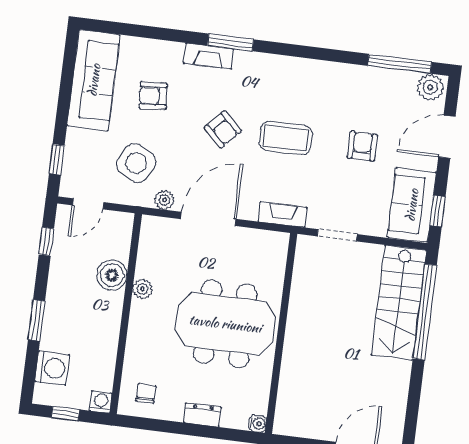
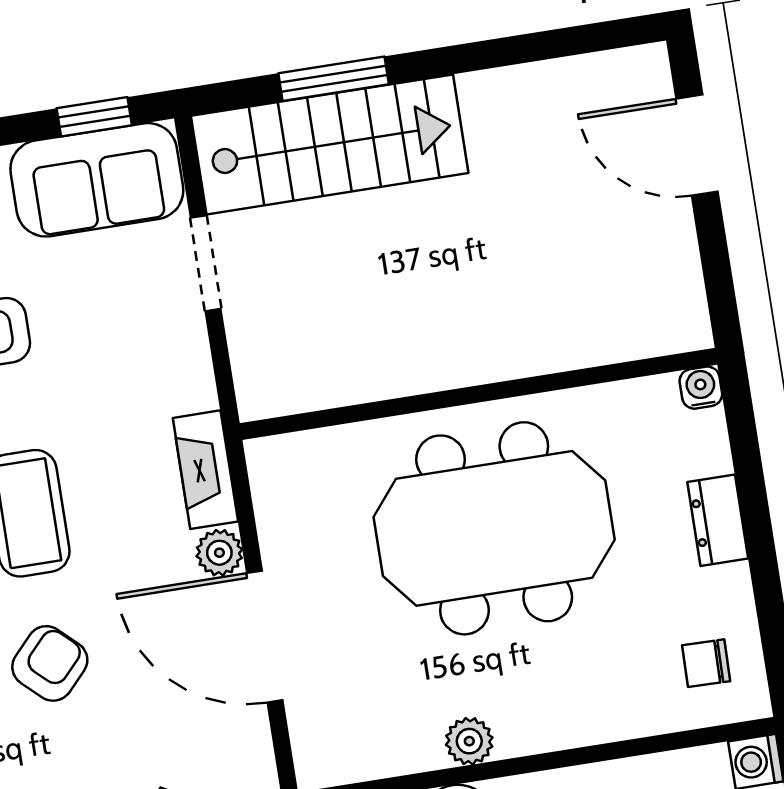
plant: (164, 200) -> (219, 553), moved
doorway: (337, 235) -> (206, 263), moved
window: (425, 312) -> (334, 79), width x0.47
meeting table: (225, 324) -> (494, 528), turned 90

